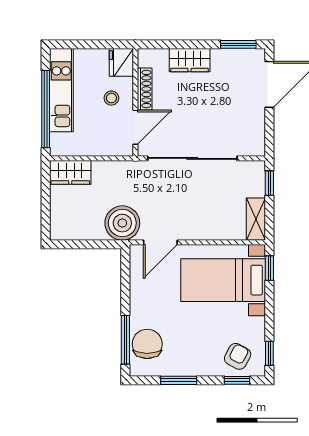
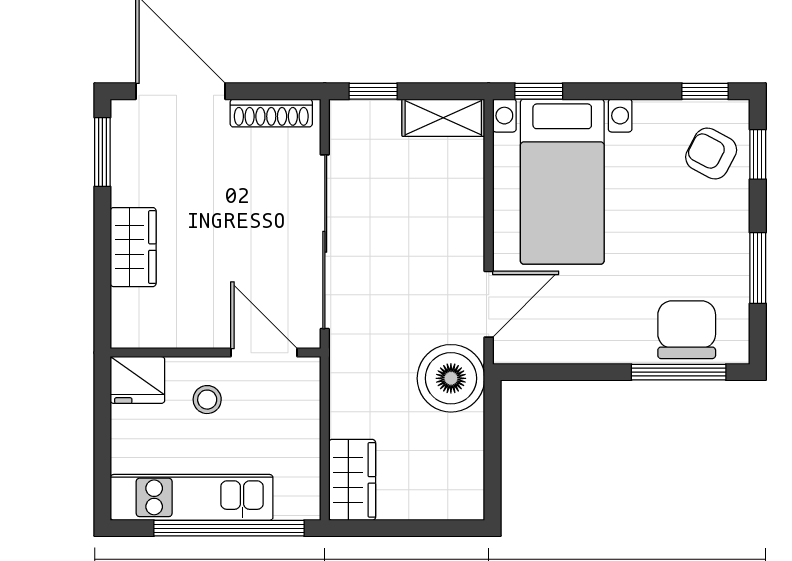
shoe rack: (145, 89) -> (271, 113), moved, turned 180
door: (160, 242) -> (489, 304), hinge flipped
chair: (147, 344) -> (687, 330), turned 90

